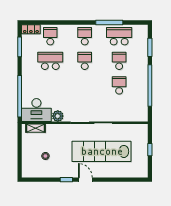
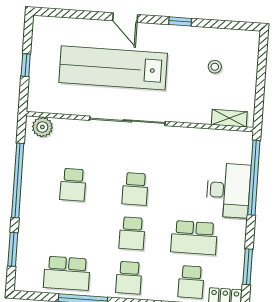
school desk: (119, 61) -> (135, 189), moved
desk: (36, 110) -> (228, 190), moved, turned 90
plant: (58, 116) -> (42, 127), moved
lab bench: (102, 151) -> (113, 68), turned 180
door: (85, 180) -> (125, 18), moved

